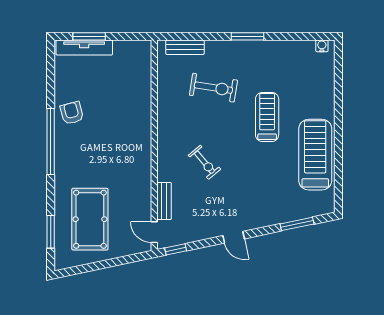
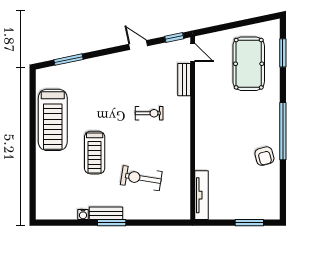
water cooler: (322, 46) -> (83, 214), moved
bench: (185, 47) -> (106, 213), moved
tv unit: (84, 48) -> (202, 195), moved, turned 90
exercise bike: (204, 162) -> (149, 113), turned 130
door: (234, 237) -> (138, 45), moved

